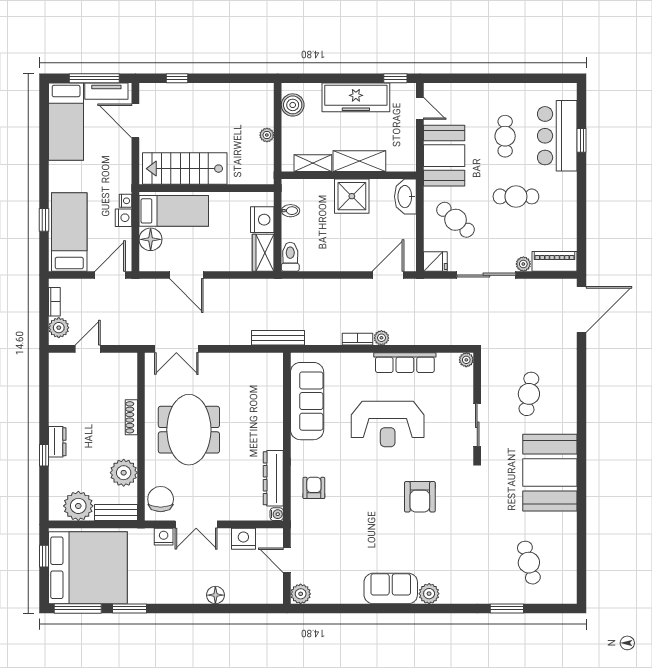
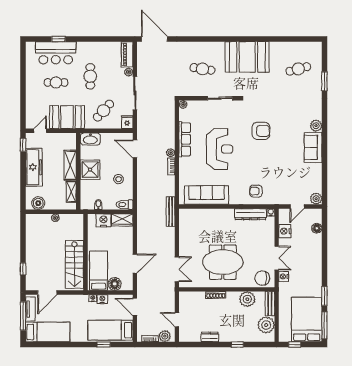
stool: (335, 246) -> (119, 179), added
dresser: (57, 442) -> (210, 337), moved
bed: (88, 568) -> (307, 320), width x0.73
floor lamp: (215, 595) -> (317, 228), moved

